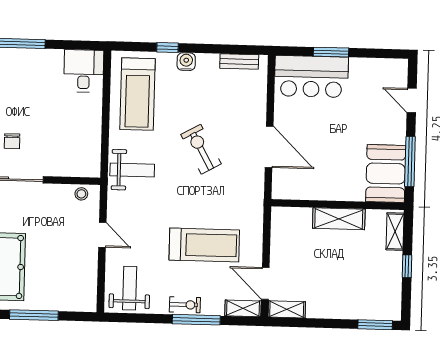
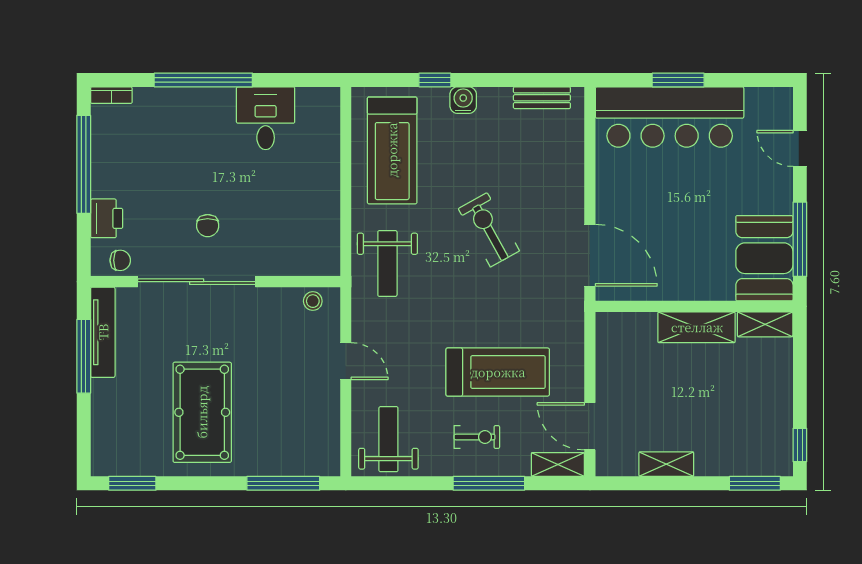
desk: (84, 71) -> (266, 118), moved
bar counter: (311, 76) -> (670, 117), width x1.36
door: (269, 147) -> (590, 255), moved
weight bench: (132, 170) -> (387, 263), turned 90
shelving: (395, 231) -> (765, 324), moved, turned 90
window: (407, 266) -> (800, 445), moved
exercise bike: (185, 305) -> (477, 437), moved
shelving: (287, 309) -> (666, 464), moved
window: (34, 315) -> (283, 483), moved

